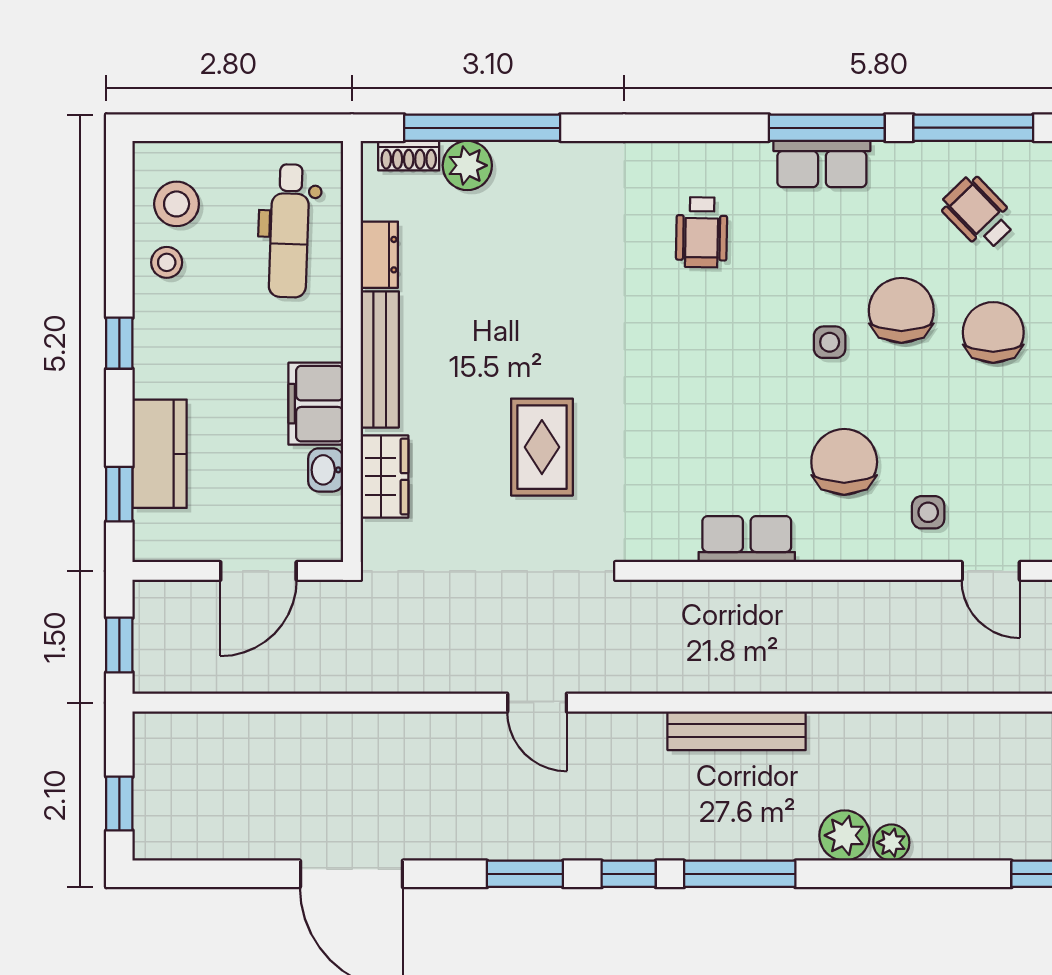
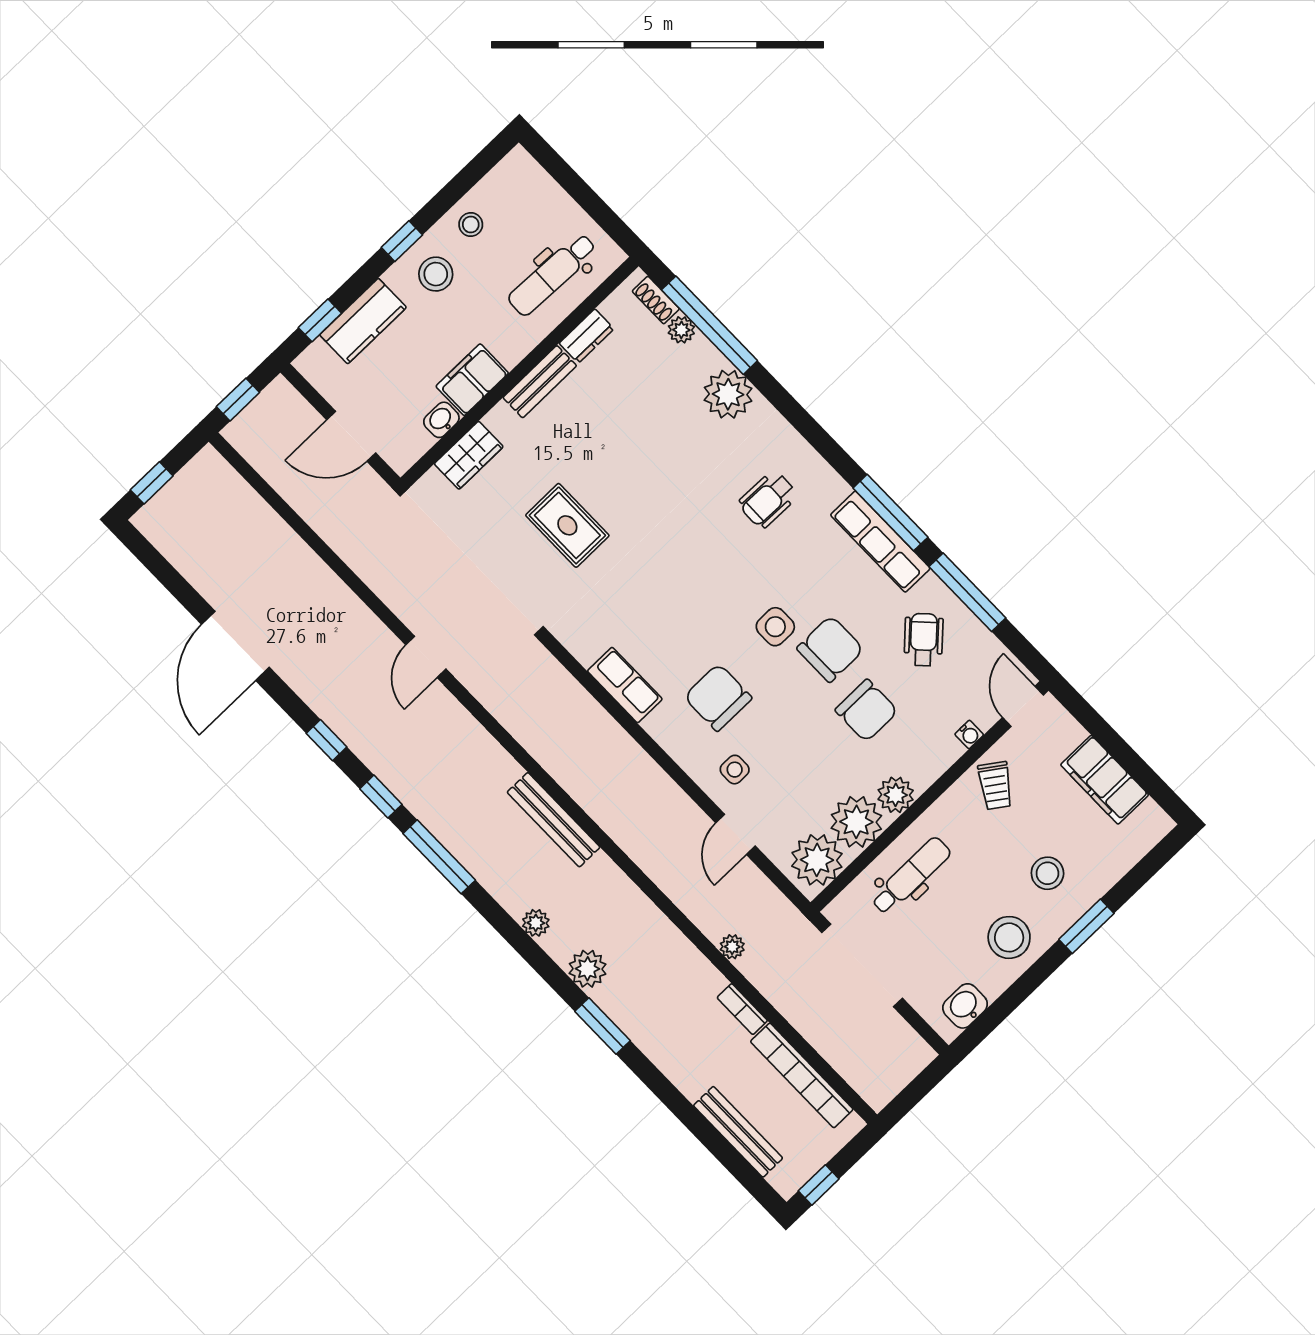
row of seats: (822, 164) -> (880, 542), width x1.48
plant: (467, 165) -> (681, 330), width x0.73, depth x0.73
plant: (565, 174) -> (728, 394), added
stool: (177, 204) -> (436, 274), moved
chair: (993, 332) -> (867, 711), turned 90
side table: (830, 342) -> (775, 627), width x1.37, depth x1.37
bench: (380, 359) -> (540, 382), width x0.73
rug: (542, 447) -> (567, 525), turned 90
chair: (844, 462) -> (718, 697), turned -90
bench: (737, 731) -> (554, 820), moved
plant: (845, 835) -> (588, 969), moved
window: (525, 874) -> (326, 740), width x0.67

